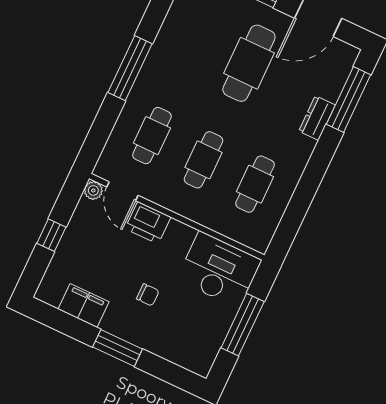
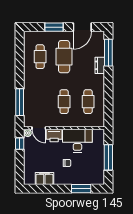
window: (130, 68) -> (20, 102), moved
cafe table: (152, 136) -> (40, 57), moved
window: (51, 235) -> (20, 144), moved
desk: (219, 270) -> (77, 141), moved
window: (118, 348) -> (81, 189), moved

